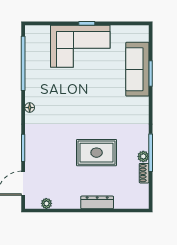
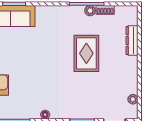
dresser: (97, 202) -> (132, 40), moved

